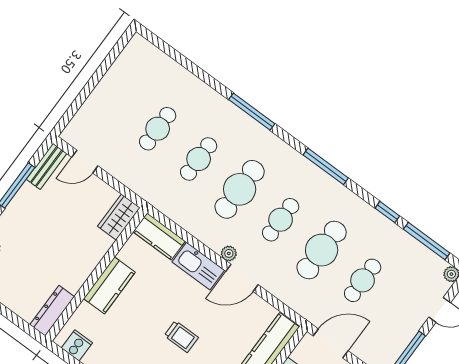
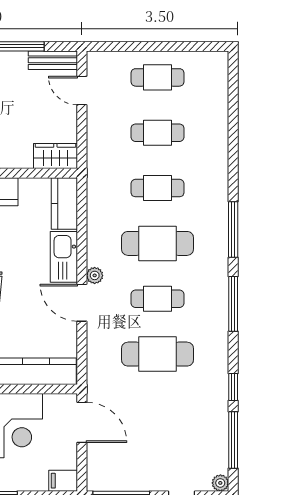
window: (252, 112) -> (233, 230), moved
cafe table: (363, 280) -> (158, 77), moved

